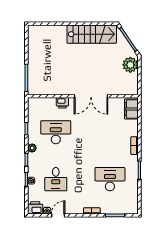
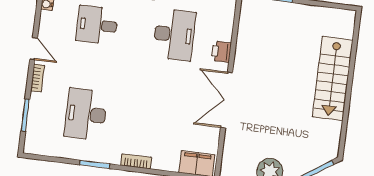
stairs: (92, 34) -> (333, 79), moved
desk: (110, 179) -> (86, 114), turned 180
door: (58, 215) -> (34, 49), moved

